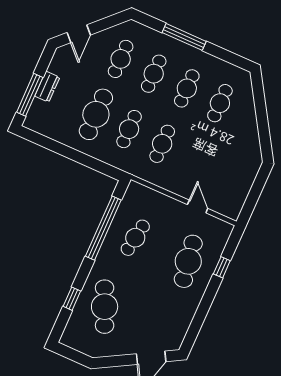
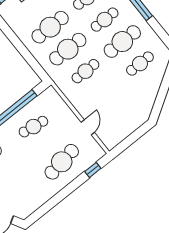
cafe table: (187, 88) -> (122, 42), width x1.37, depth x1.35
cafe table: (129, 129) -> (68, 49), width x1.37, depth x1.35
window: (222, 267) -> (93, 170), moved

